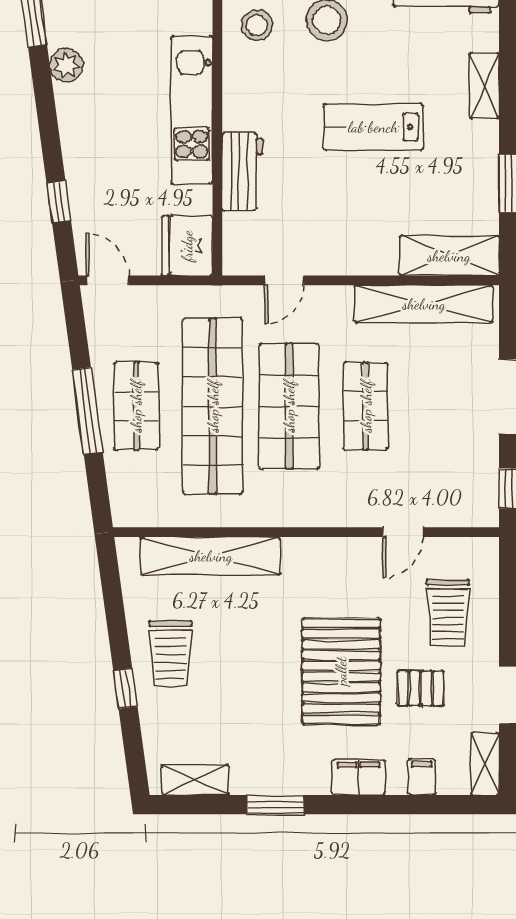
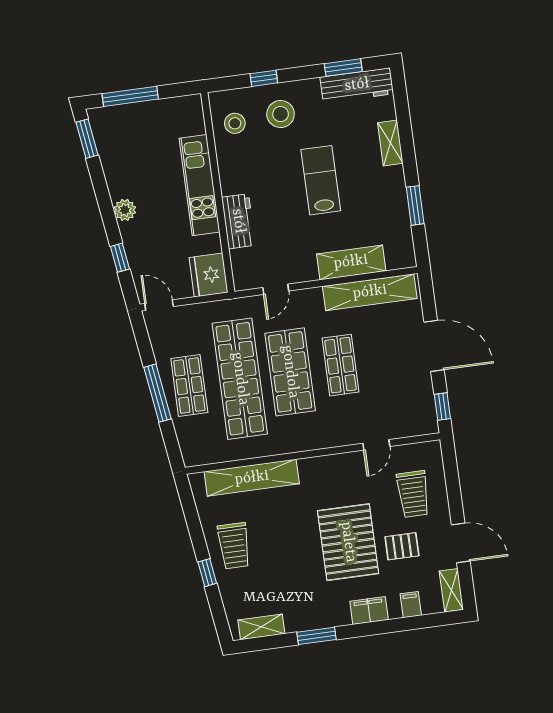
plant: (67, 65) -> (125, 210), moved
lab bench: (373, 127) -> (321, 180), turned 90
shelving: (449, 256) -> (351, 262), moved

